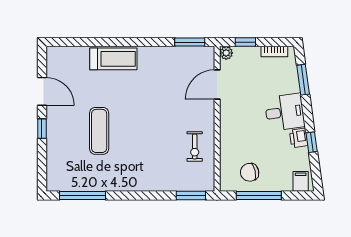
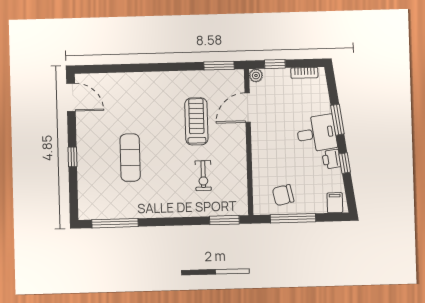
treadmill: (113, 59) -> (196, 121), moved, turned -90
window: (303, 80) -> (337, 120), moved
door: (42, 91) -> (71, 97), moved
exercise bike: (195, 147) -> (203, 176), moved

